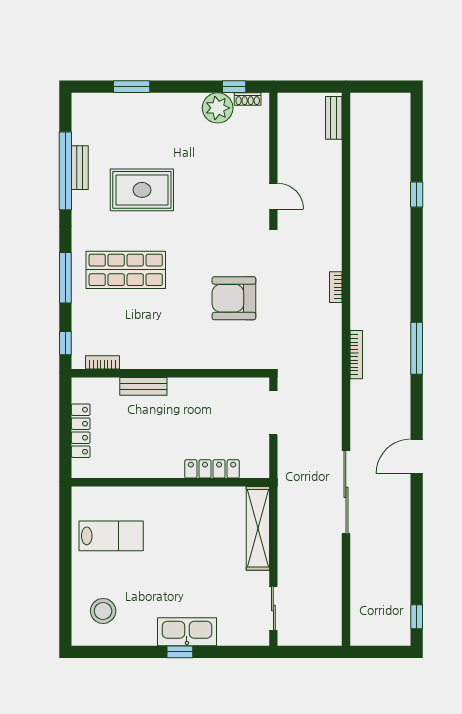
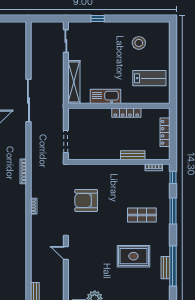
shop shelf: (126, 270) -> (142, 215), width x0.70, depth x0.74
armchair: (234, 298) -> (86, 200), turned 180
locker: (212, 469) -> (126, 113), moved
lab bench: (111, 536) -> (149, 78), turned 180
stool: (103, 611) -> (139, 43), moved
kitchen sink: (187, 632) -> (105, 96), moved, turned 180
window: (180, 652) -> (98, 18), moved

